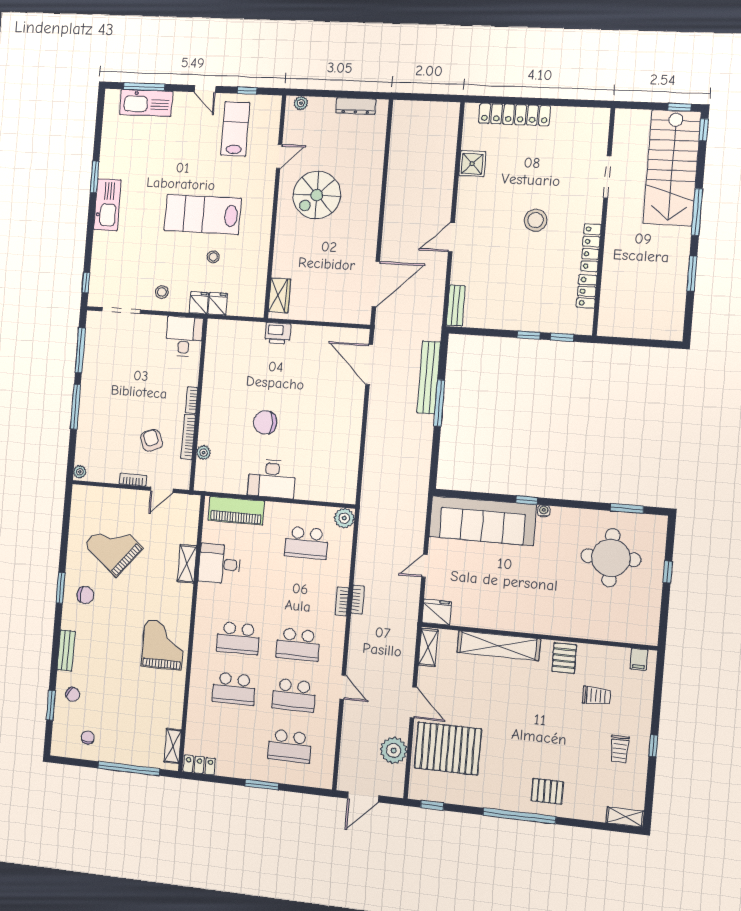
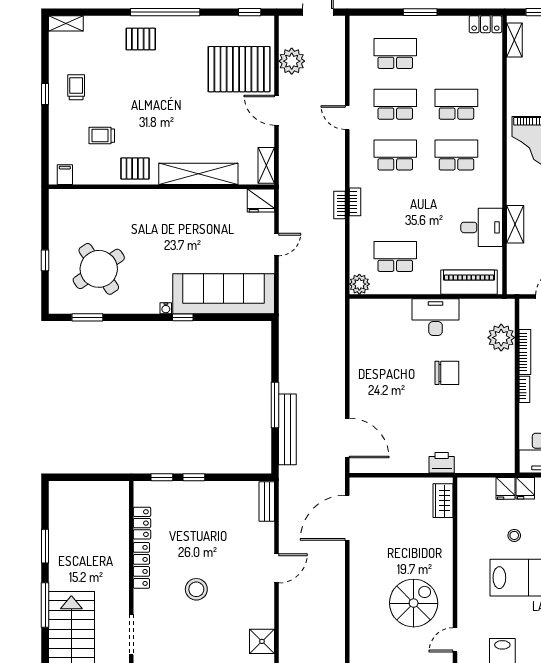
plant: (204, 453) -> (501, 338), width x1.87, depth x1.87
round table: (611, 558) -> (99, 269), turned -34
pallet: (564, 658) -> (135, 168), turned 90

